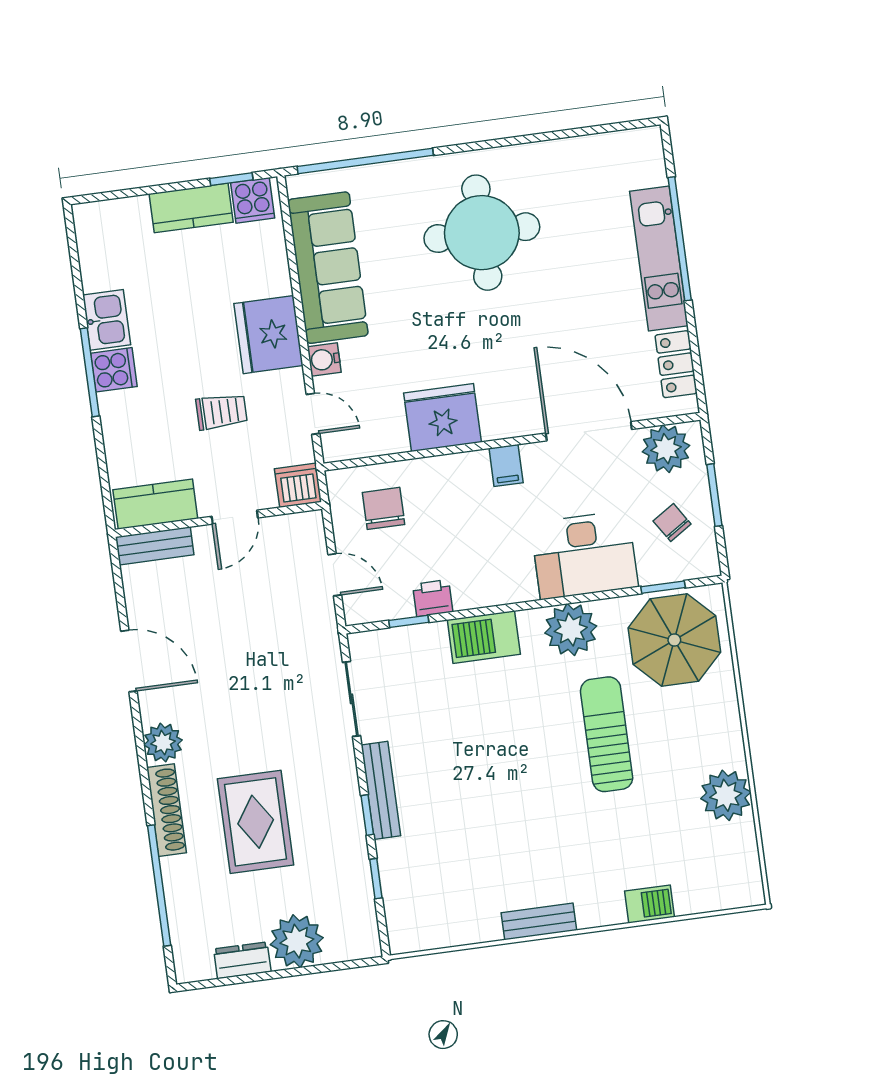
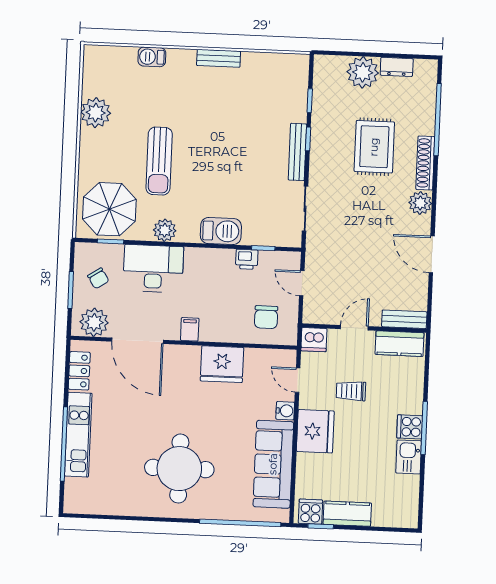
plant: (571, 629) -> (165, 230), width x0.73, depth x0.73

